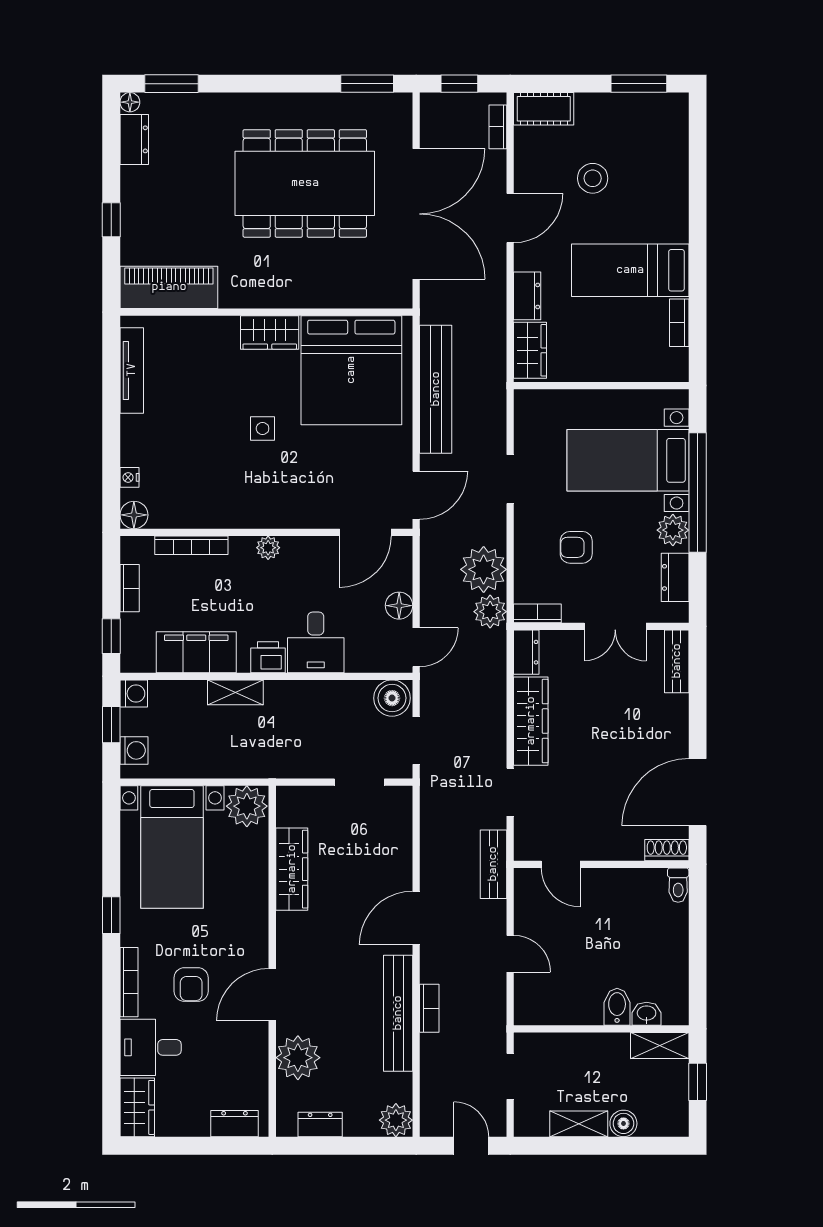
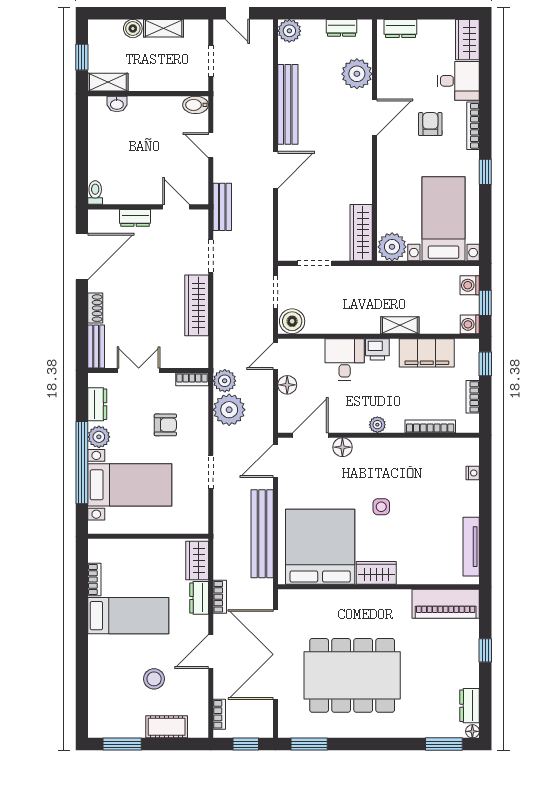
cot: (544, 109) -> (167, 727), moved
floor lamp: (134, 515) -> (342, 447), moved
dresser: (526, 652) -> (135, 218), moved, turned -90
shoe rack: (667, 850) -> (95, 308), moved, turned -90
wardrobe: (292, 869) -> (361, 233), moved
bidet: (617, 1007) -> (196, 105), moved, turned 90
bookcase: (429, 1008) -> (220, 597), moved, turned 180

